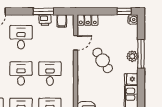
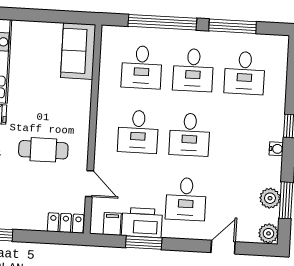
printer: (45, 20) -> (142, 223), width x1.87, depth x1.48
door: (76, 43) -> (90, 184), swing flipped
cafe table: (103, 60) -> (43, 150), turned -57

